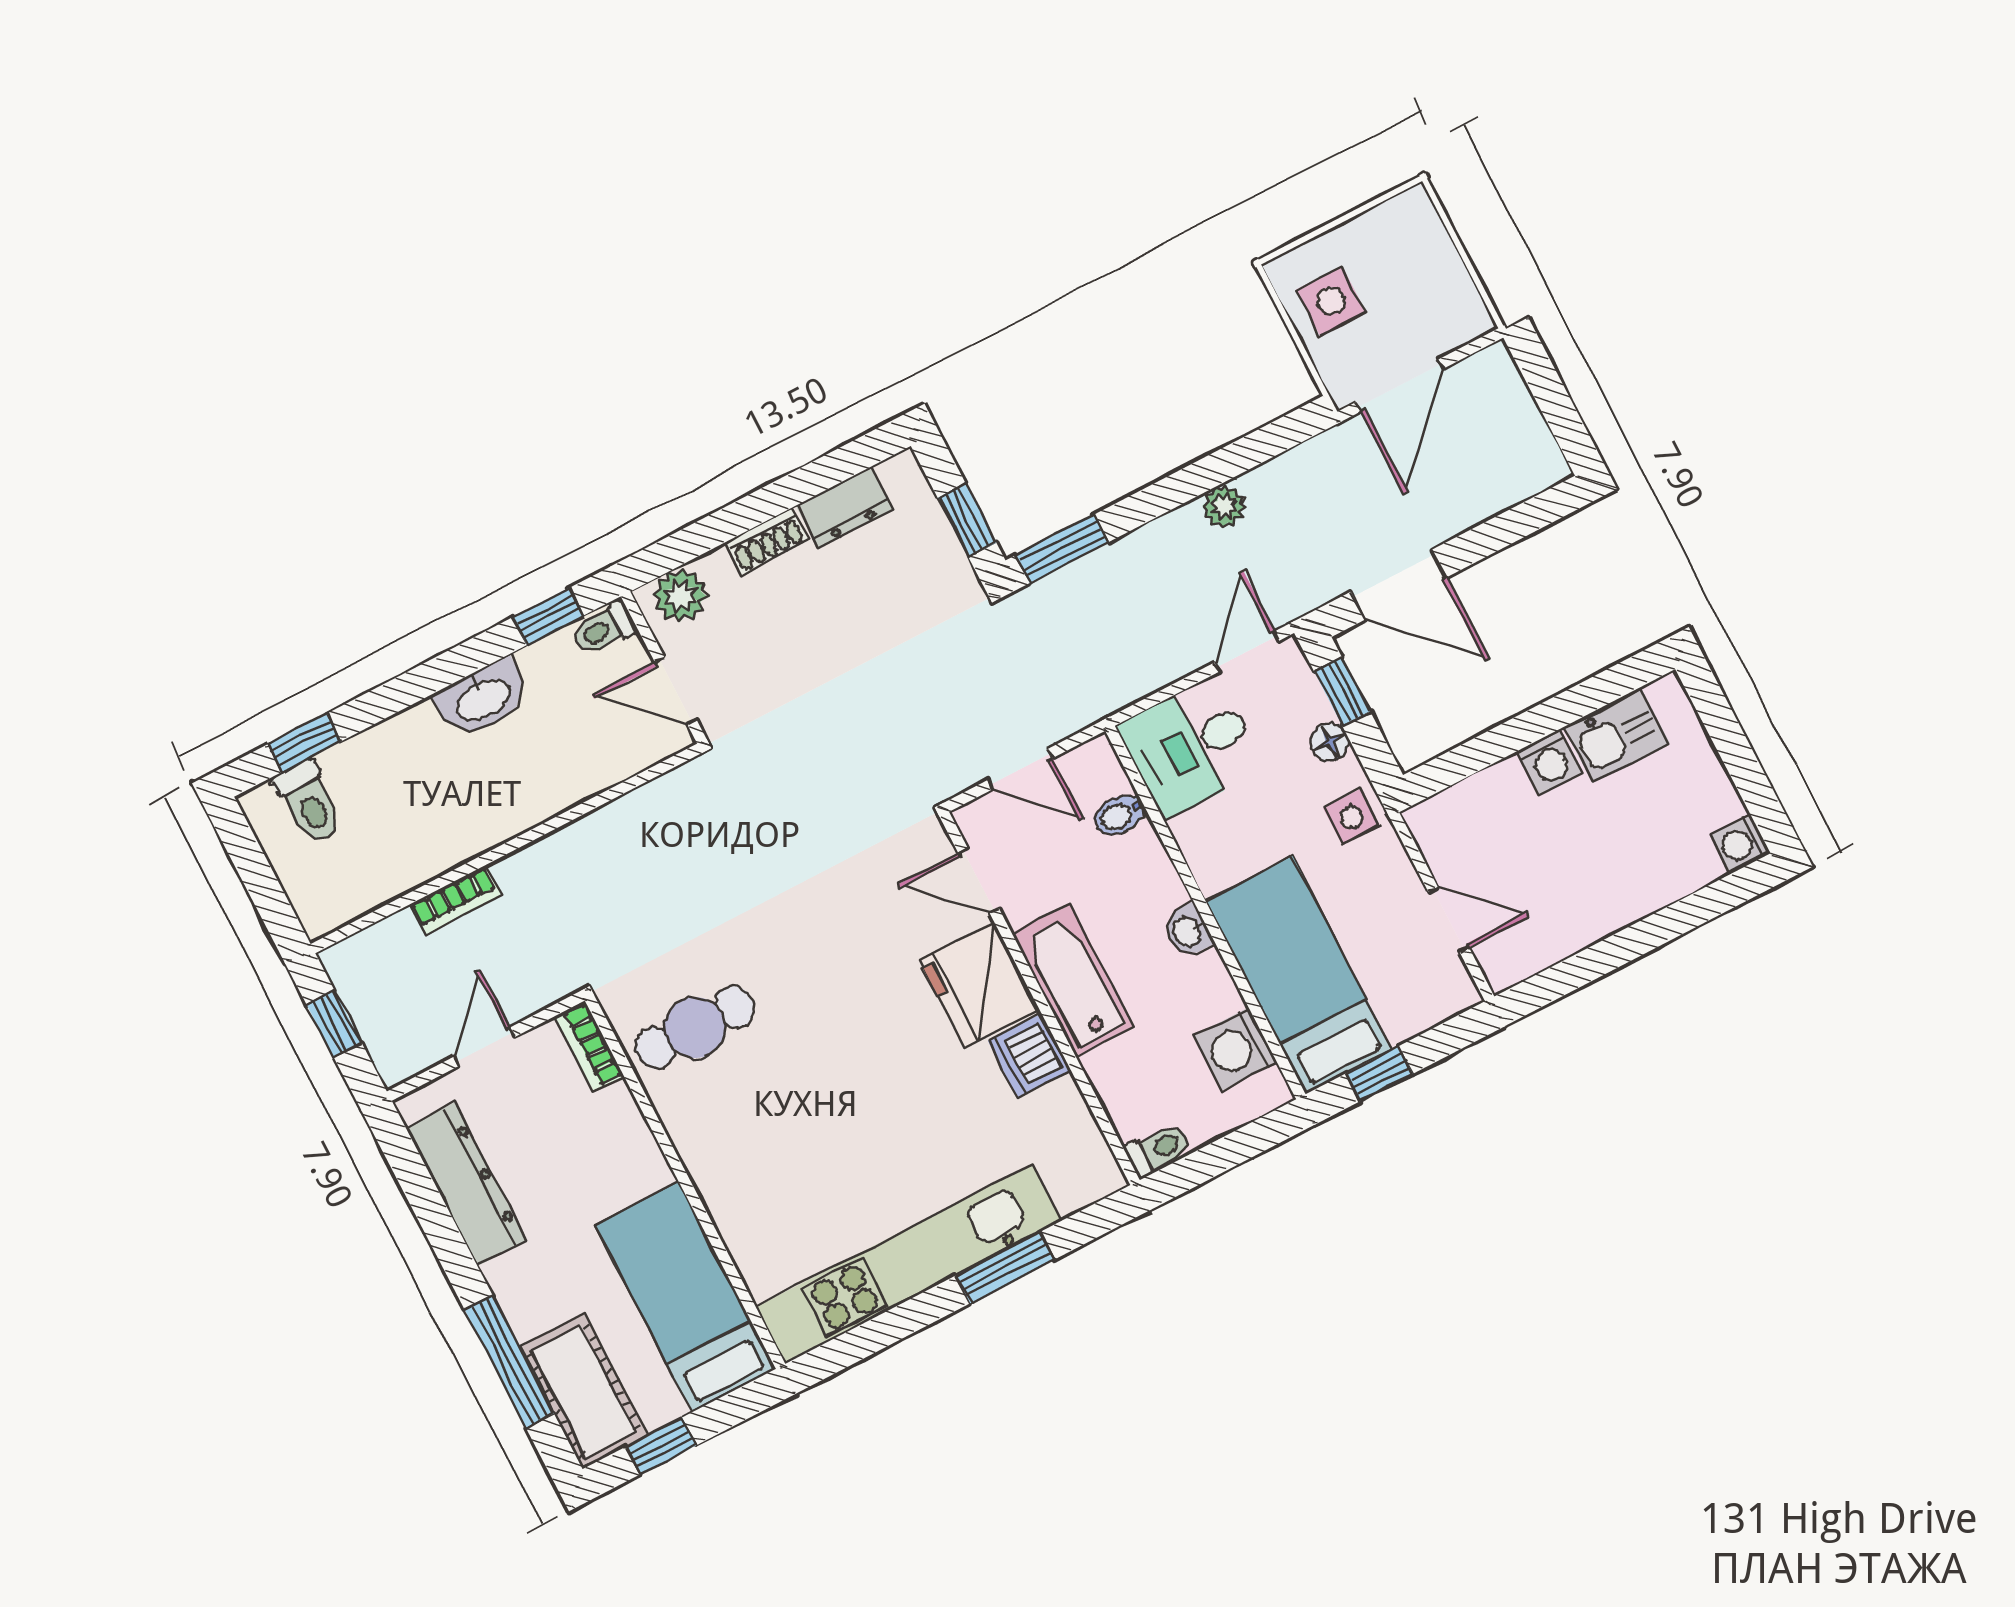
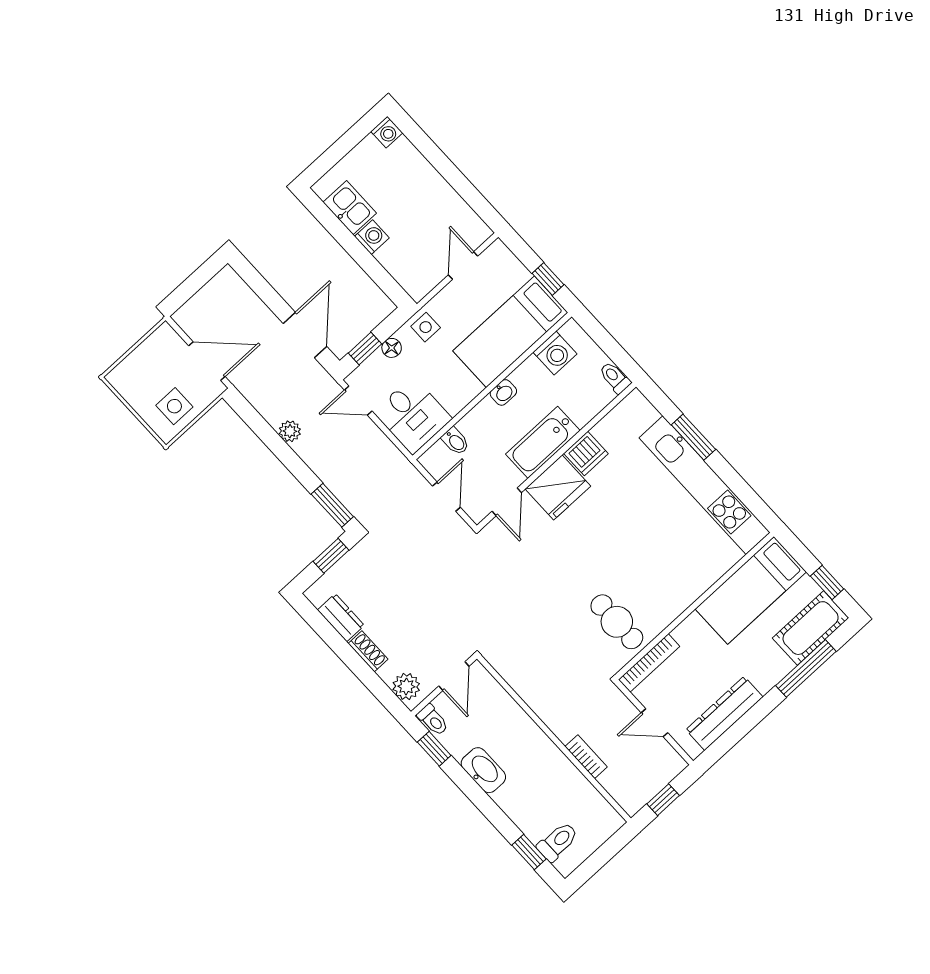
bookcase: (589, 1046) -> (649, 663), width x1.56

